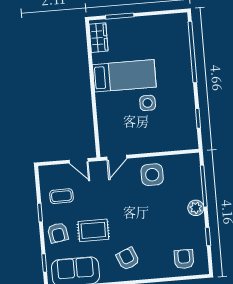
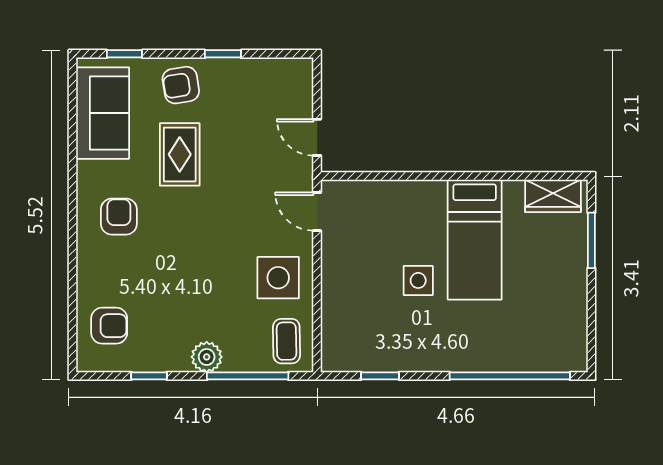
door: (79, 161) -> (317, 137), hinge flipped
coffee table: (61, 196) -> (286, 341), moved
armchair: (128, 259) -> (119, 217), turned -67

